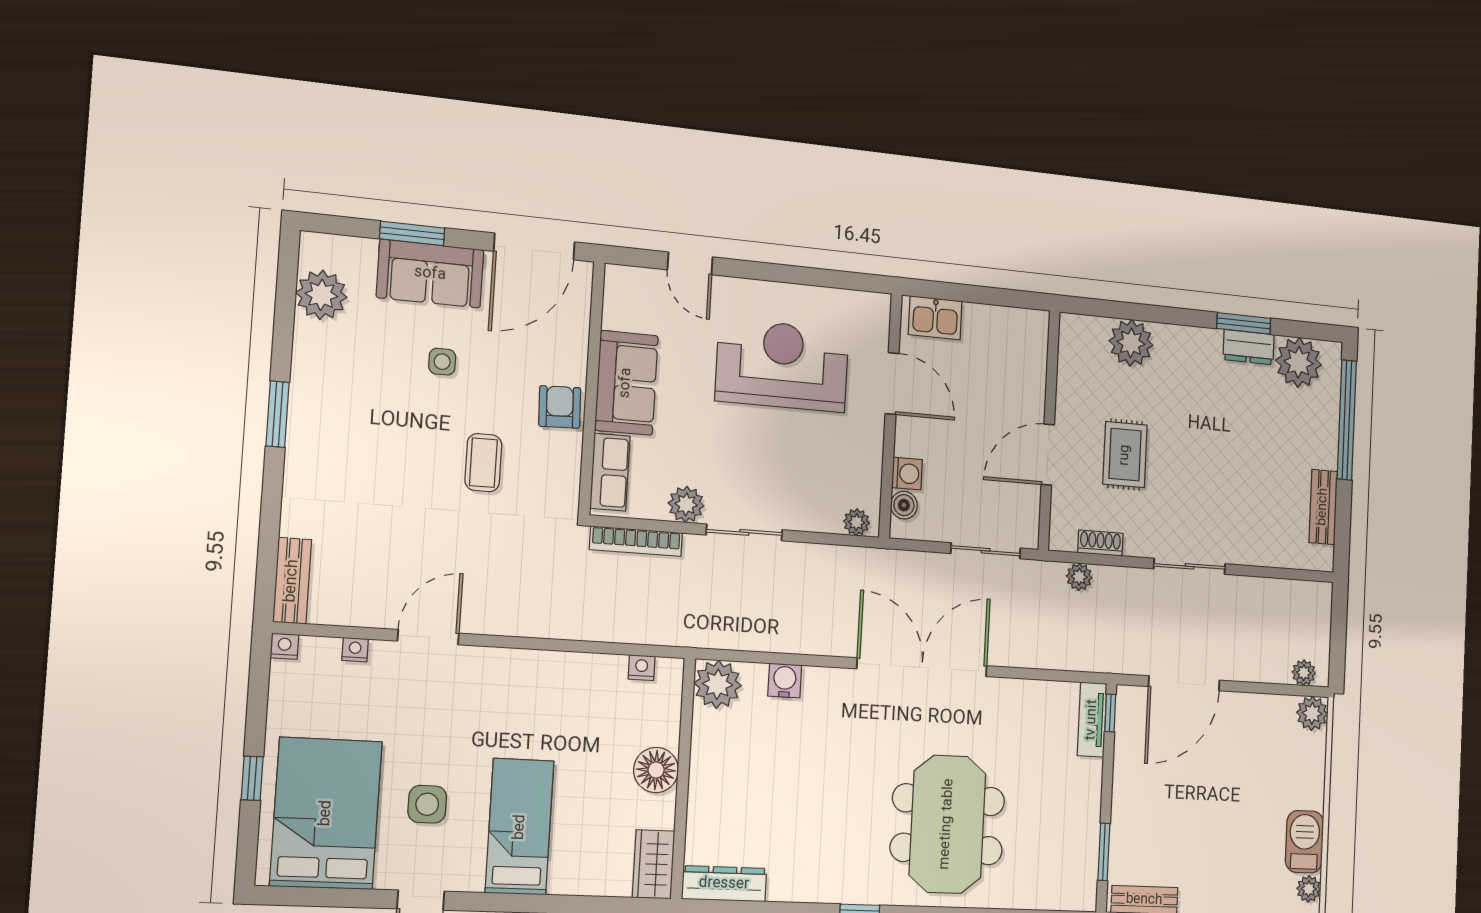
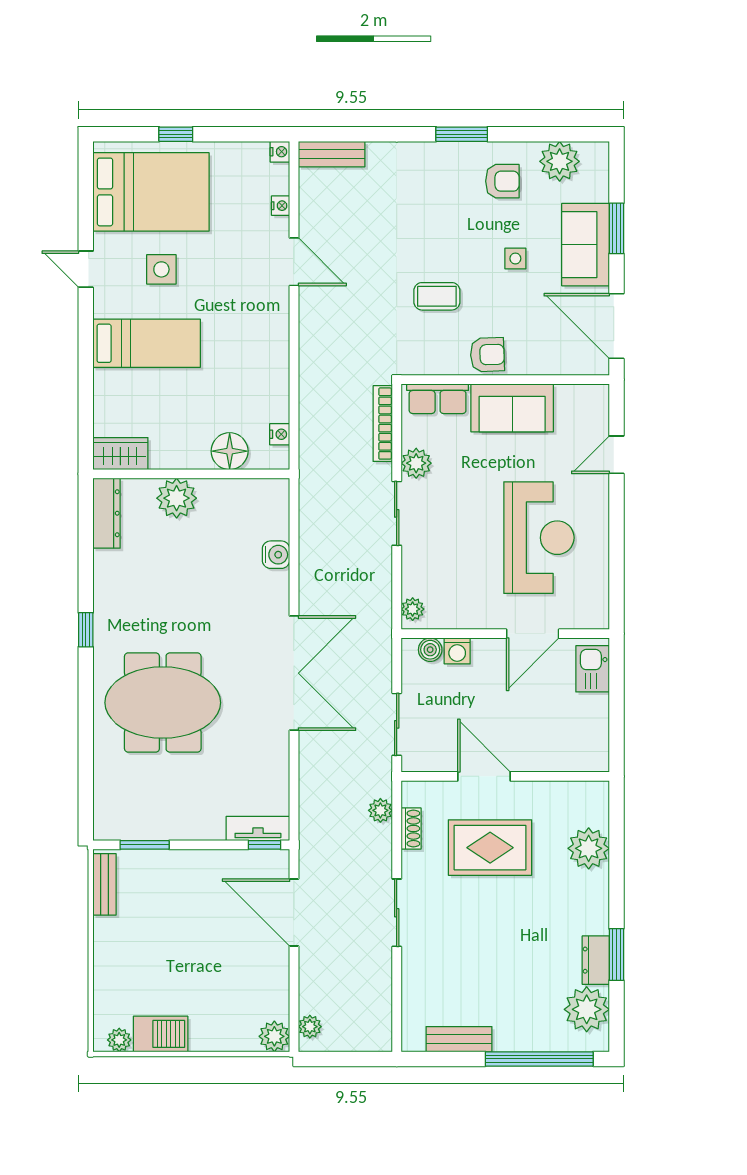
armchair: (342, 369) -> (502, 181), added
rug: (1125, 455) -> (490, 848), width x1.36, depth x1.43
plant: (718, 684) -> (177, 498), moved
floor lamp: (656, 770) -> (230, 451), moved

